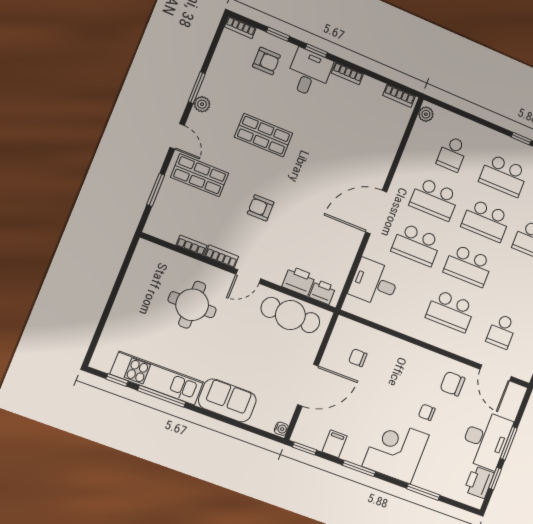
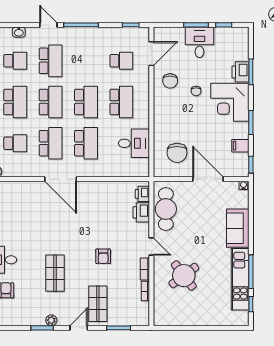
door: (376, 212) -> (61, 179), moved
desk: (374, 283) -> (134, 143), moved, turned -90
round table: (192, 305) -> (184, 276), turned -37
chair: (358, 358) -> (177, 153), width x1.87, depth x1.87
desk: (486, 440) -> (199, 42), width x0.73
printer: (479, 482) -> (240, 72), moved, turned 90

